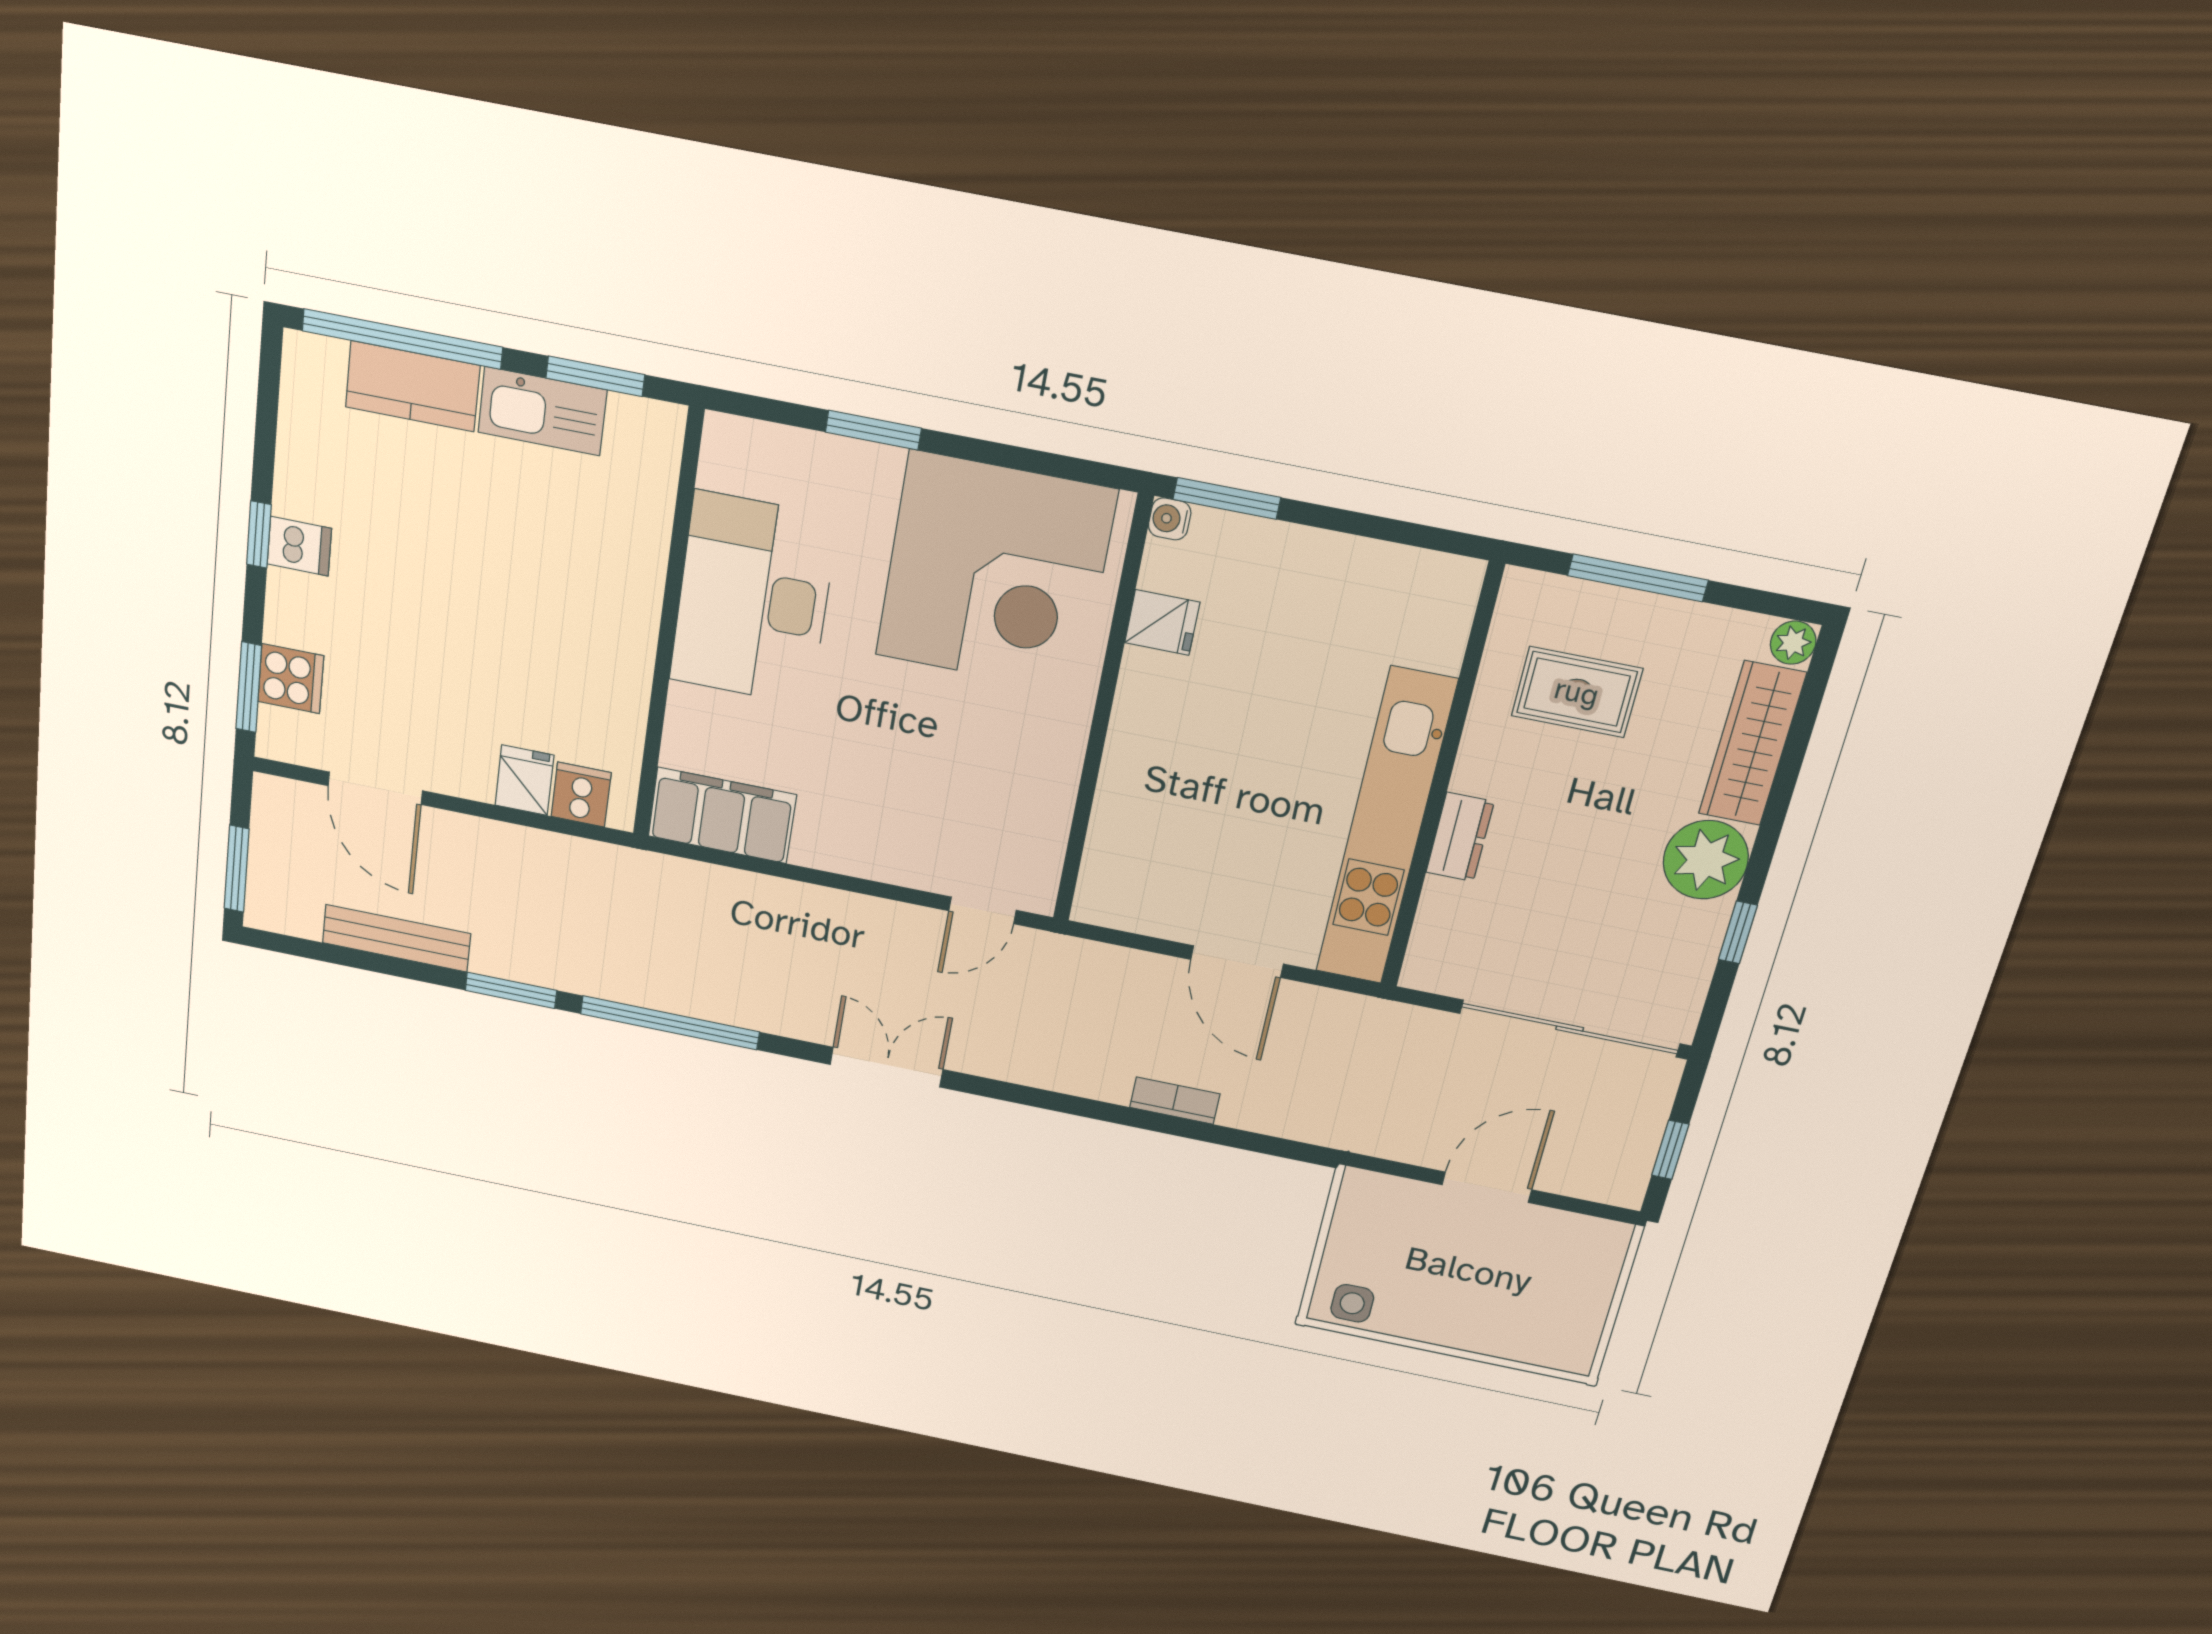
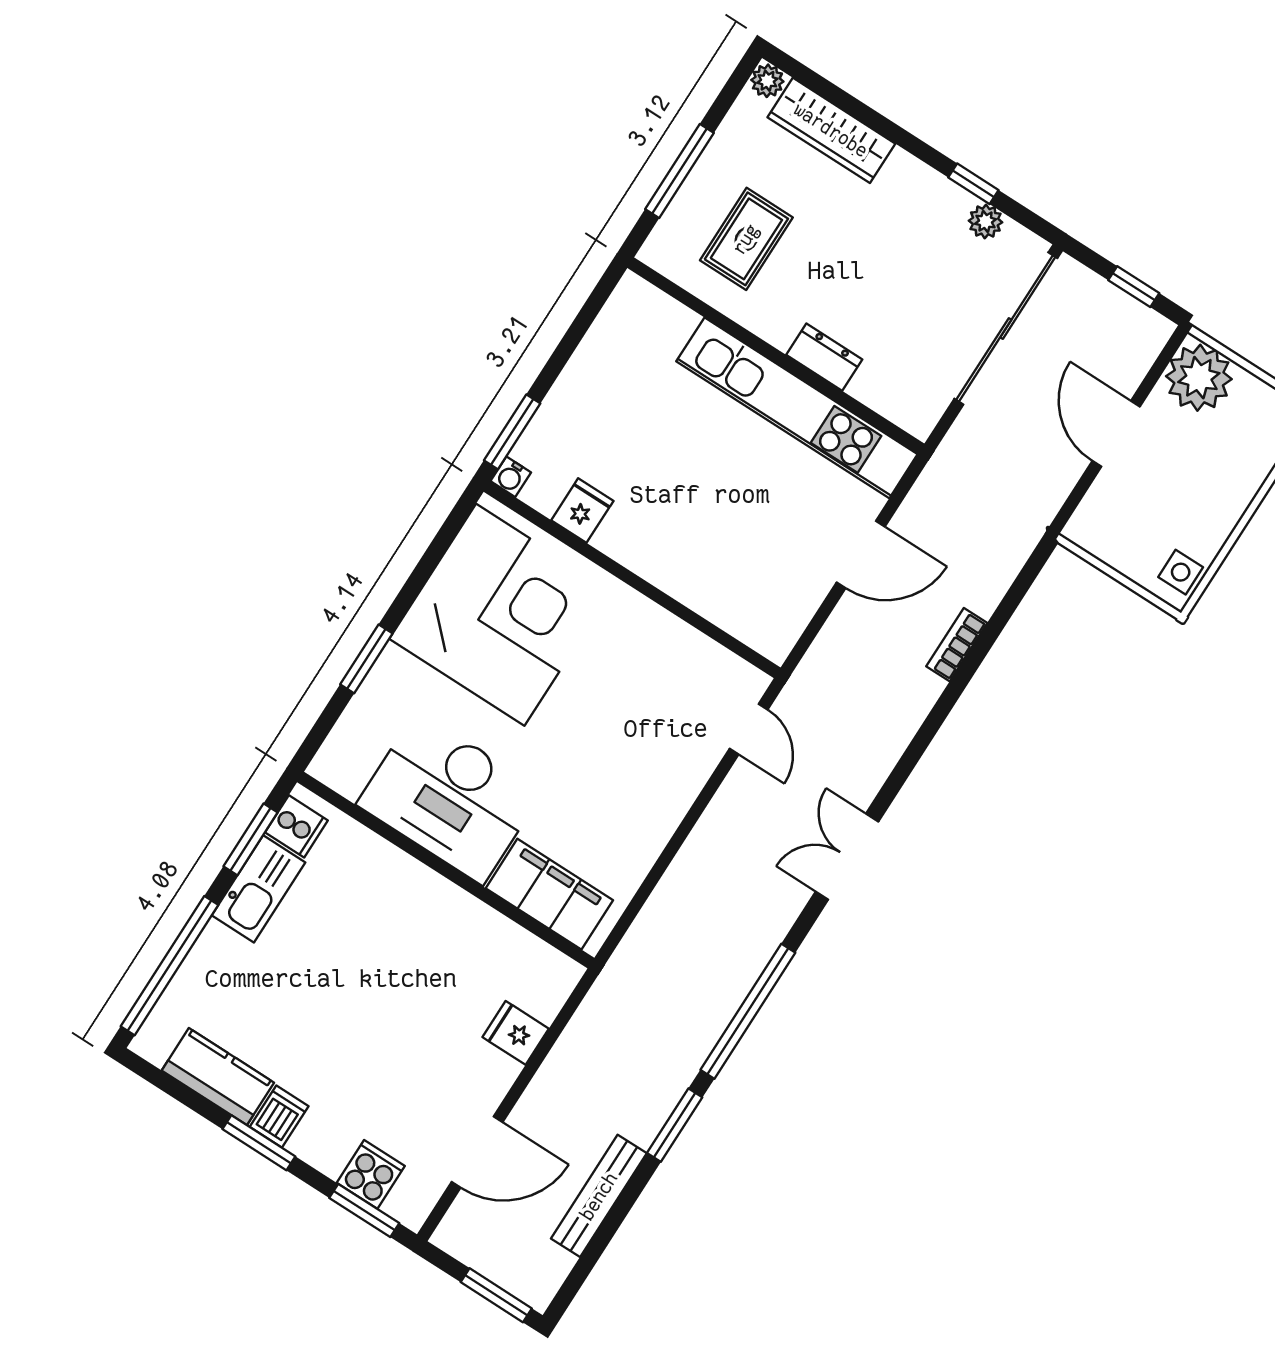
kitchen counter: (413, 386) -> (218, 1077), moved, turned -90
window: (259, 535) -> (259, 1143), width x1.50
cooker: (581, 795) -> (296, 826), moved, turned 180
filing cabinet: (722, 815) -> (549, 894), moved, turned 90
plant: (1706, 860) -> (985, 221), moved, width x0.53, depth x0.53
plant: (1585, 1252) -> (1199, 378), added

